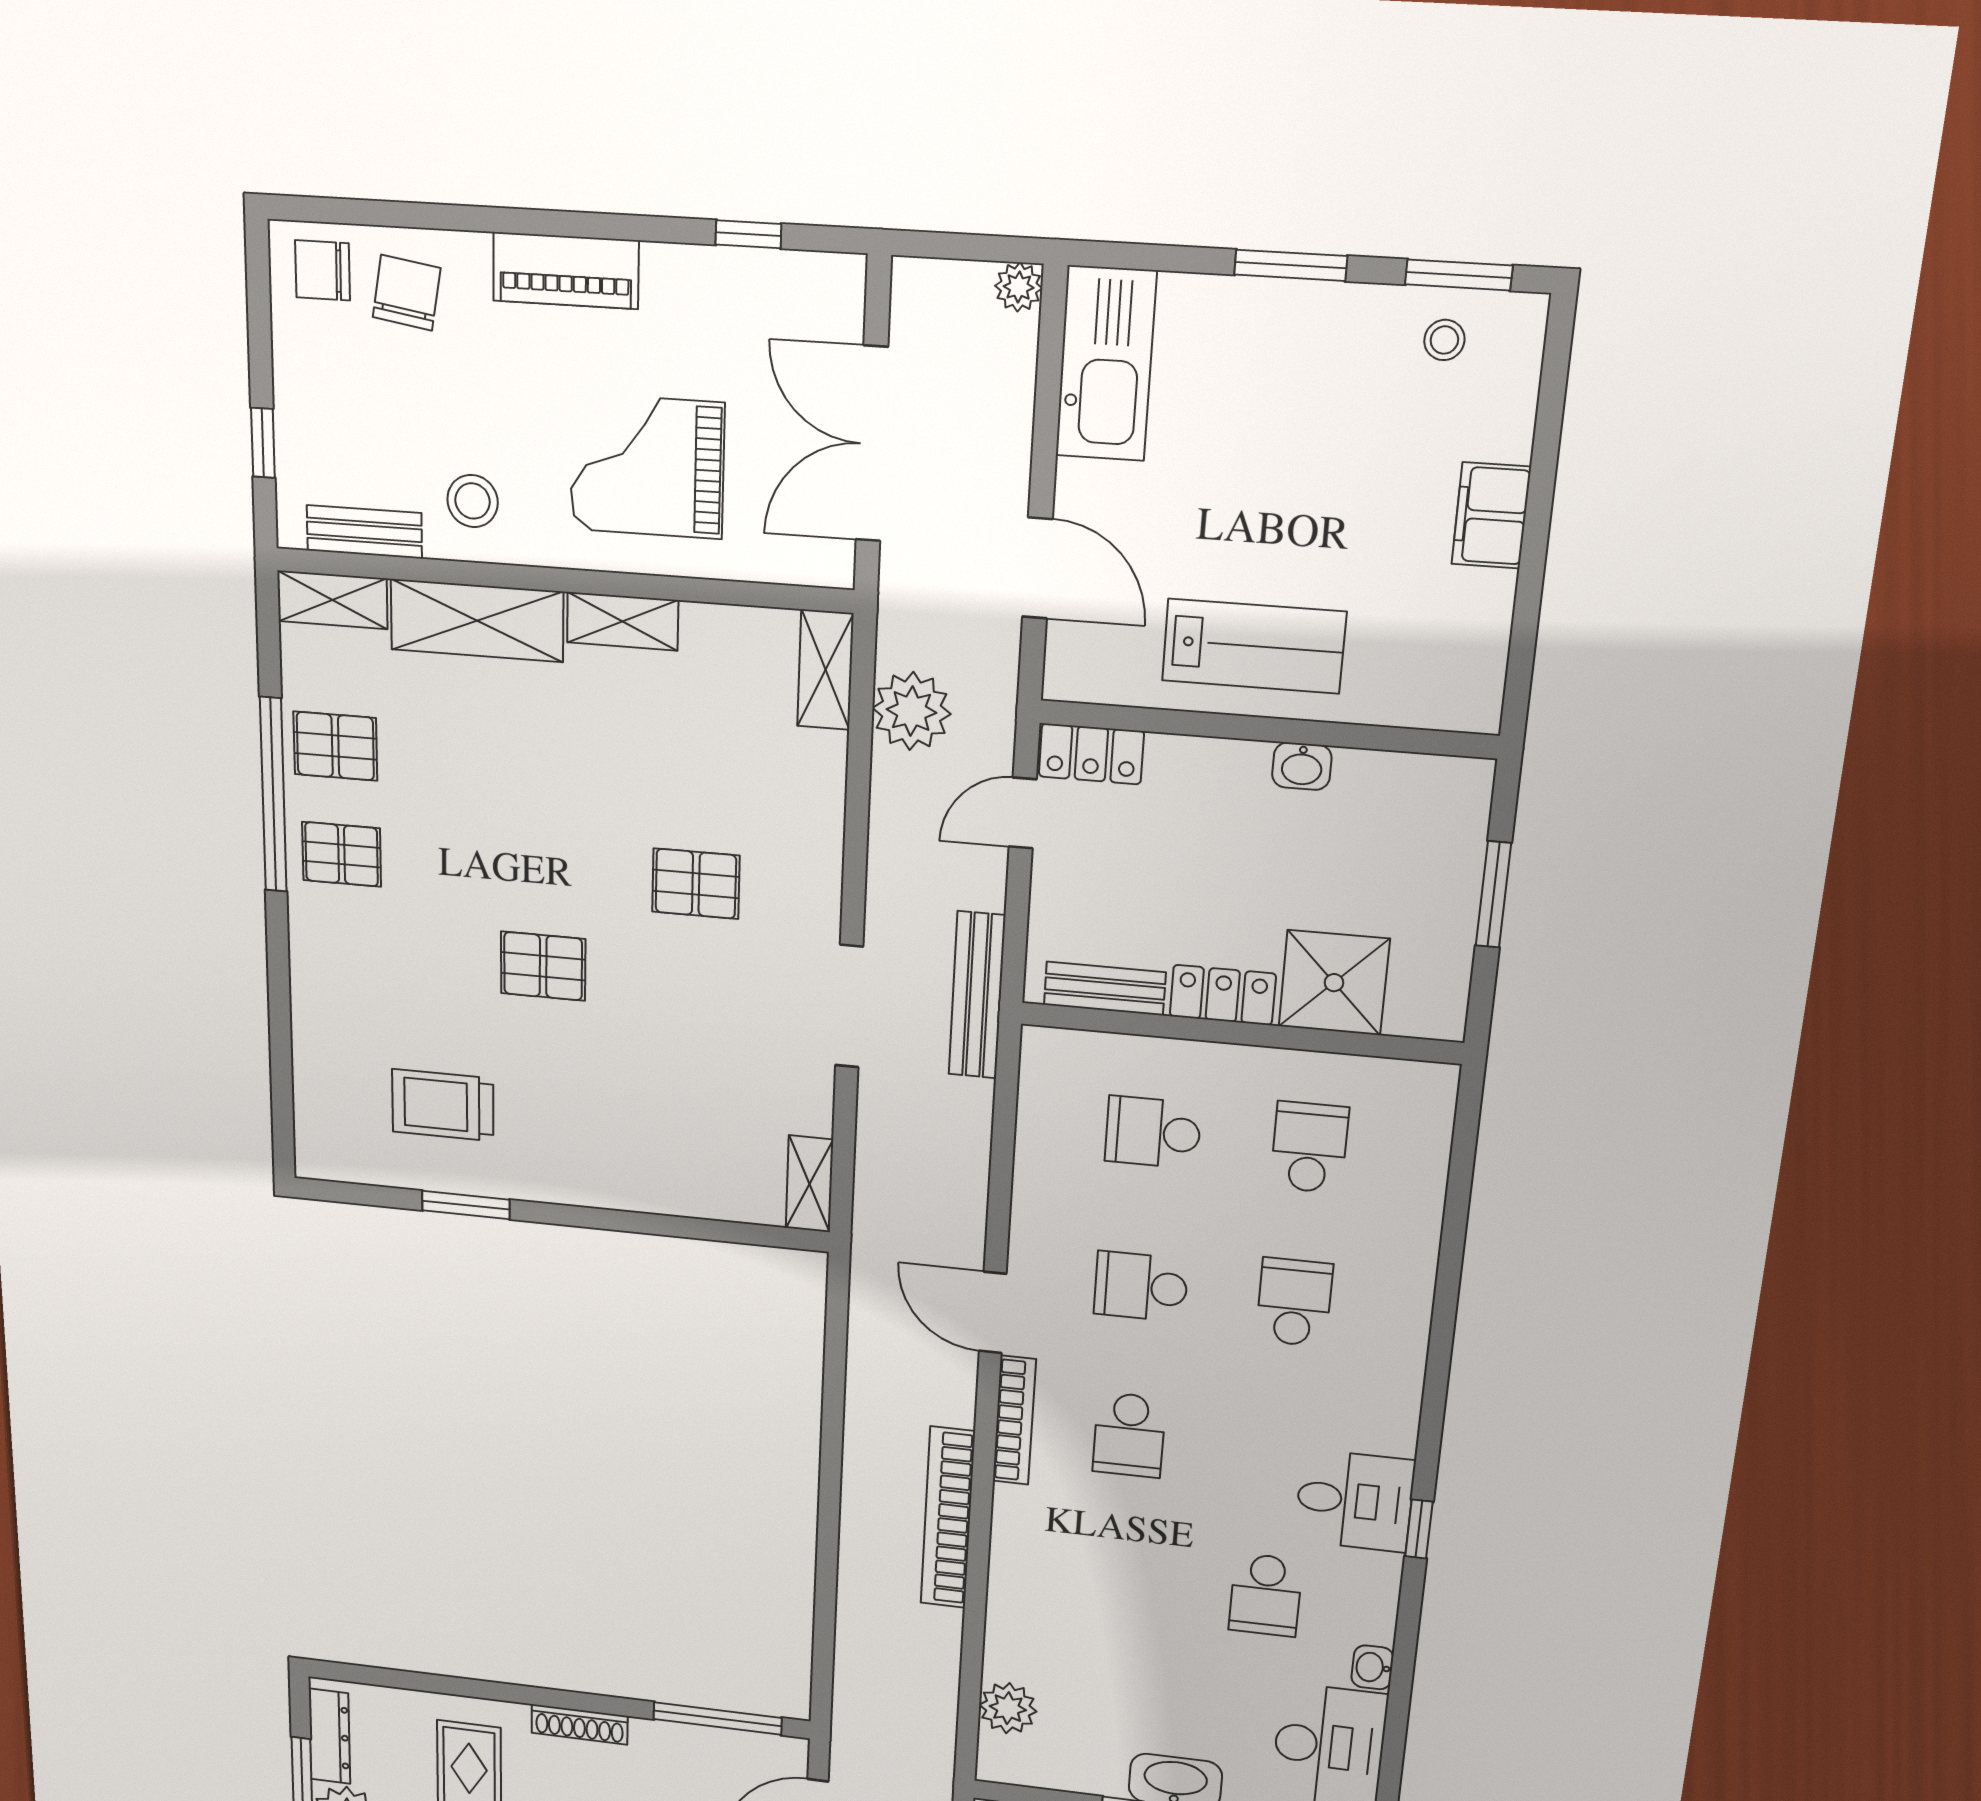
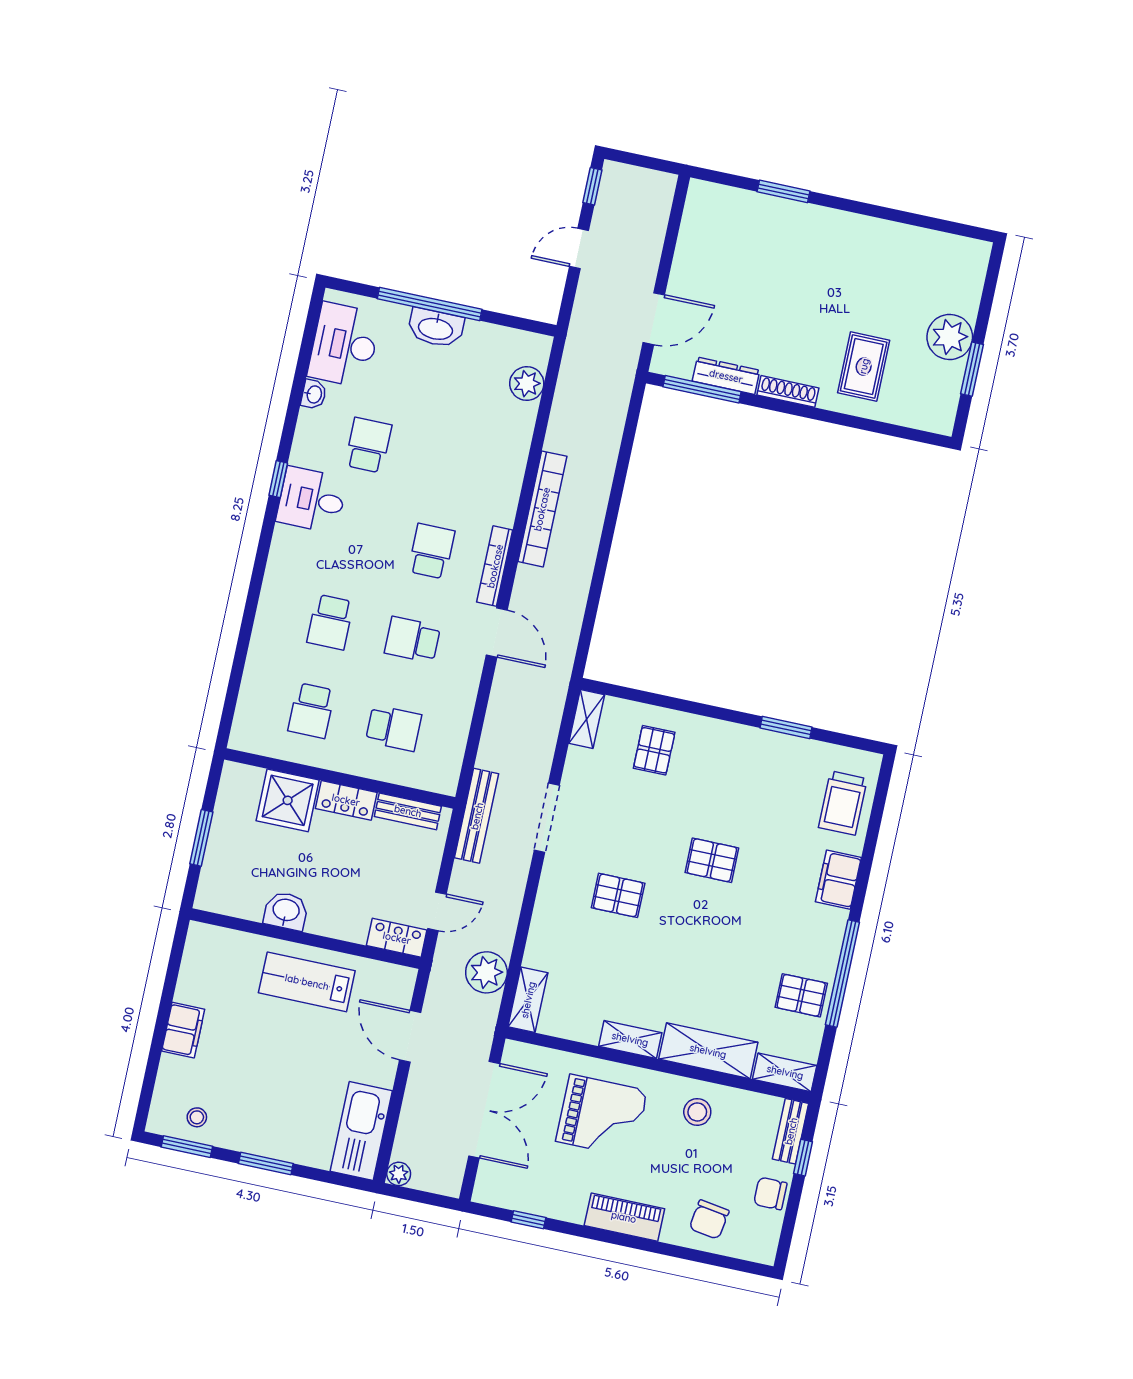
chair: (323, 270) -> (770, 1193), moved, turned 180
bench: (364, 532) -> (791, 1131), moved, turned 90
washbasin: (1302, 766) -> (286, 911), width x1.38, depth x1.45
pallet: (342, 854) -> (654, 750), moved, turned 90
filing cabinet: (319, 959) -> (838, 880), added
trolley: (443, 1105) -> (843, 803), moved, turned 90
school desk: (1141, 1287) -> (412, 640), turned 180
dresser: (330, 1736) -> (726, 376), moved, turned 90

